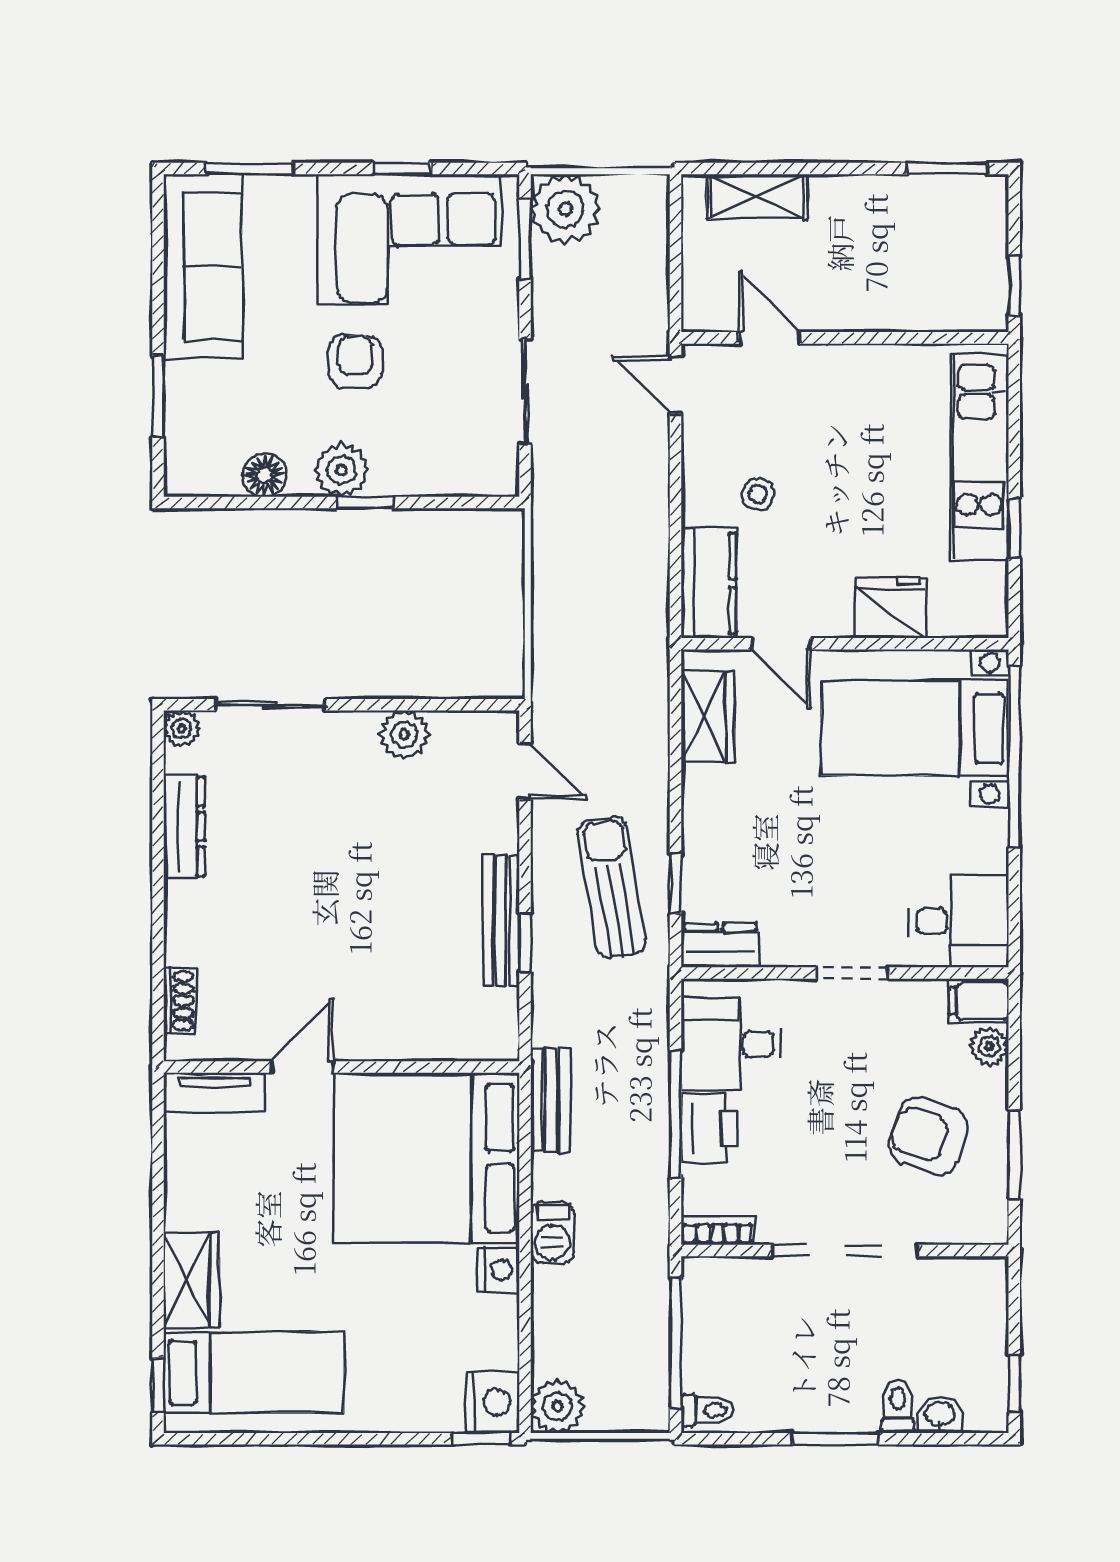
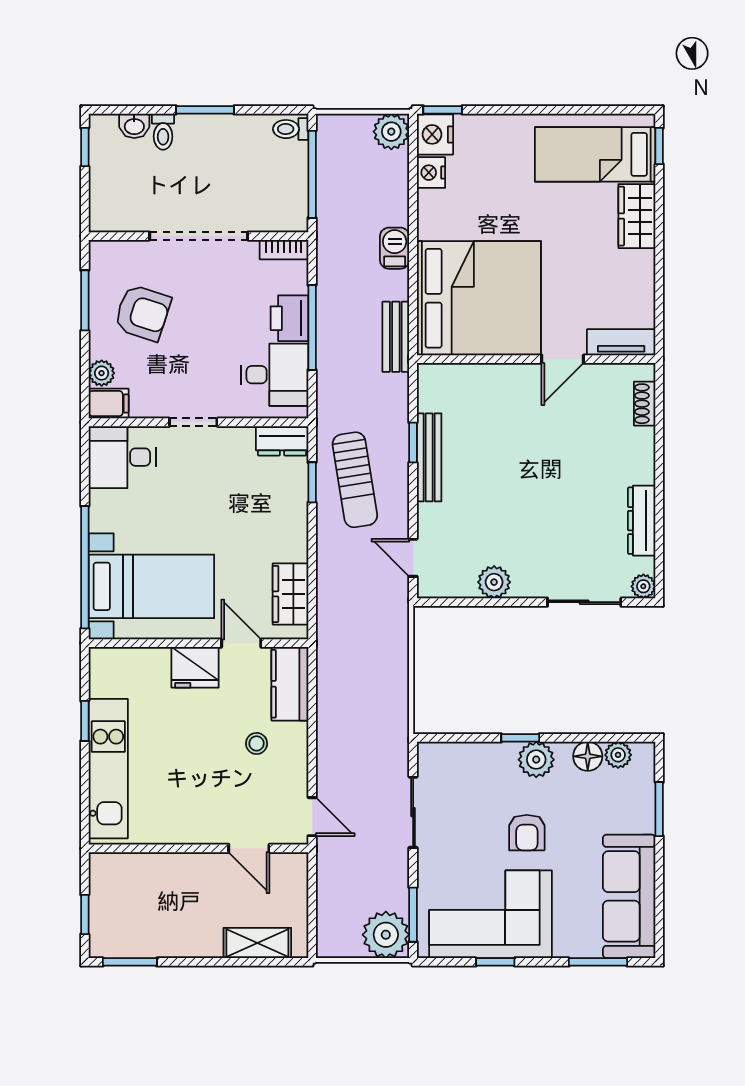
window: (1014, 286) -> (85, 914), moved
plant: (219, 477) -> (618, 755), added
fridge: (890, 608) -> (195, 667), moved
nightstand: (498, 1270) -> (431, 173), moved

